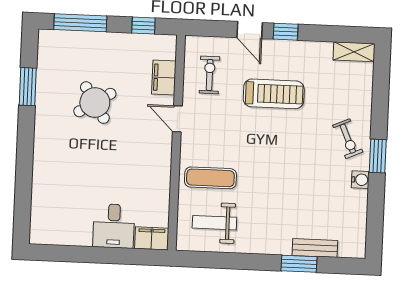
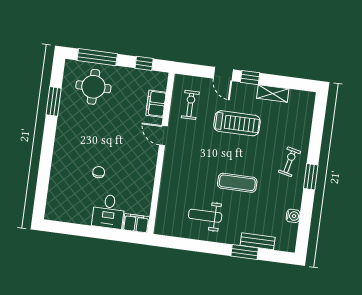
shelving: (354, 52) -> (273, 94), moved
round table: (95, 103) -> (93, 87), moved, turned 32
exercise bike: (348, 139) -> (289, 162), turned -143
chair: (96, 175) -> (99, 172), added
exercise mat: (210, 178) -> (237, 183), moved
water cooler: (360, 180) -> (293, 216), moved
weight bench: (214, 223) -> (205, 216), moved

